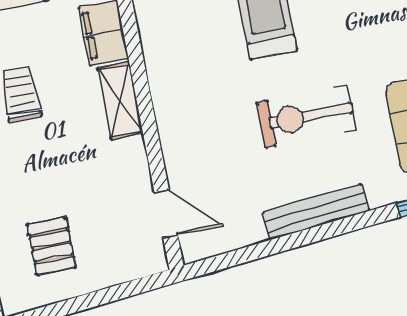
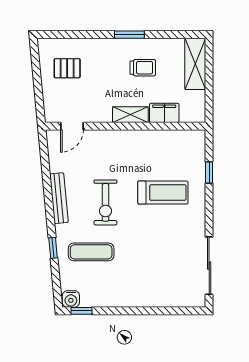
exercise bike: (306, 116) -> (105, 202), turned 180

